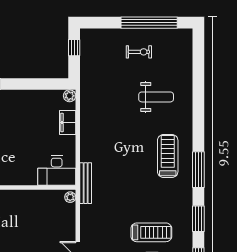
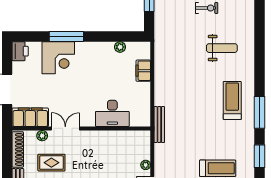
plant: (70, 96) -> (120, 47), moved
desk: (57, 171) -> (112, 113), moved
plant: (70, 197) -> (146, 165), moved

